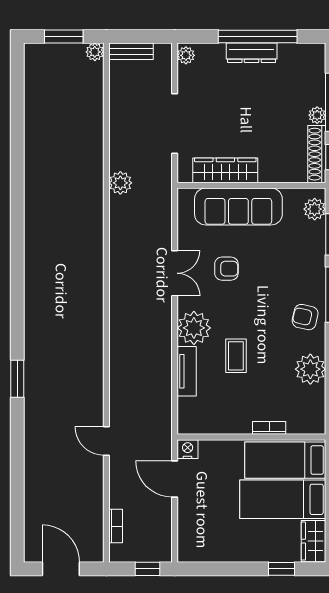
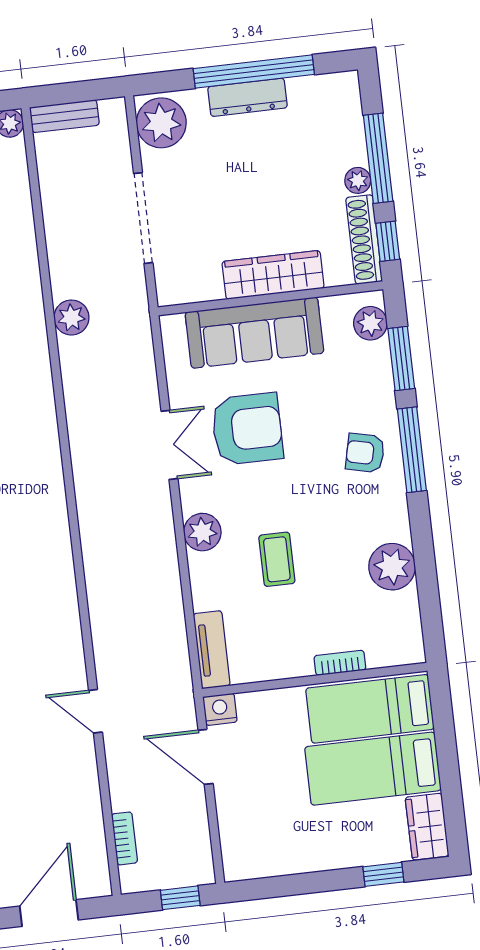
plant: (186, 55) -> (161, 123), width x1.88, depth x1.88
wardrobe: (225, 170) -> (273, 275), moved
armchair: (226, 269) -> (247, 429), width x1.88, depth x1.88
armchair: (305, 317) -> (365, 453), moved
plant: (194, 328) -> (202, 532), width x0.73, depth x0.73
tv unit: (187, 371) -> (212, 650), moved
door: (61, 569) -> (49, 913), hinge flipped

